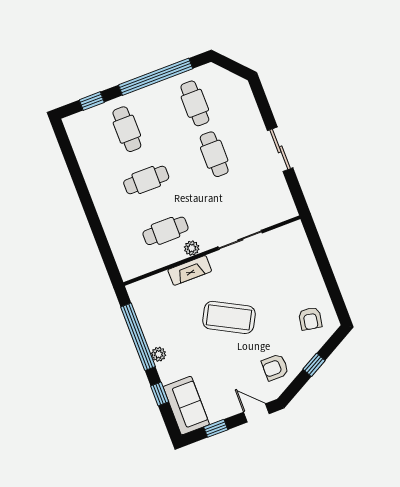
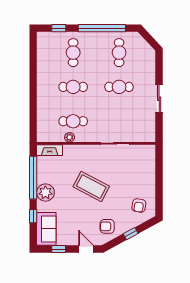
cafe table: (214, 154) -> (119, 87), turned 90
plant: (192, 248) -> (70, 137), moved
fireplace: (190, 270) -> (50, 150), moved
plant: (159, 354) -> (45, 193), width x1.87, depth x1.87

